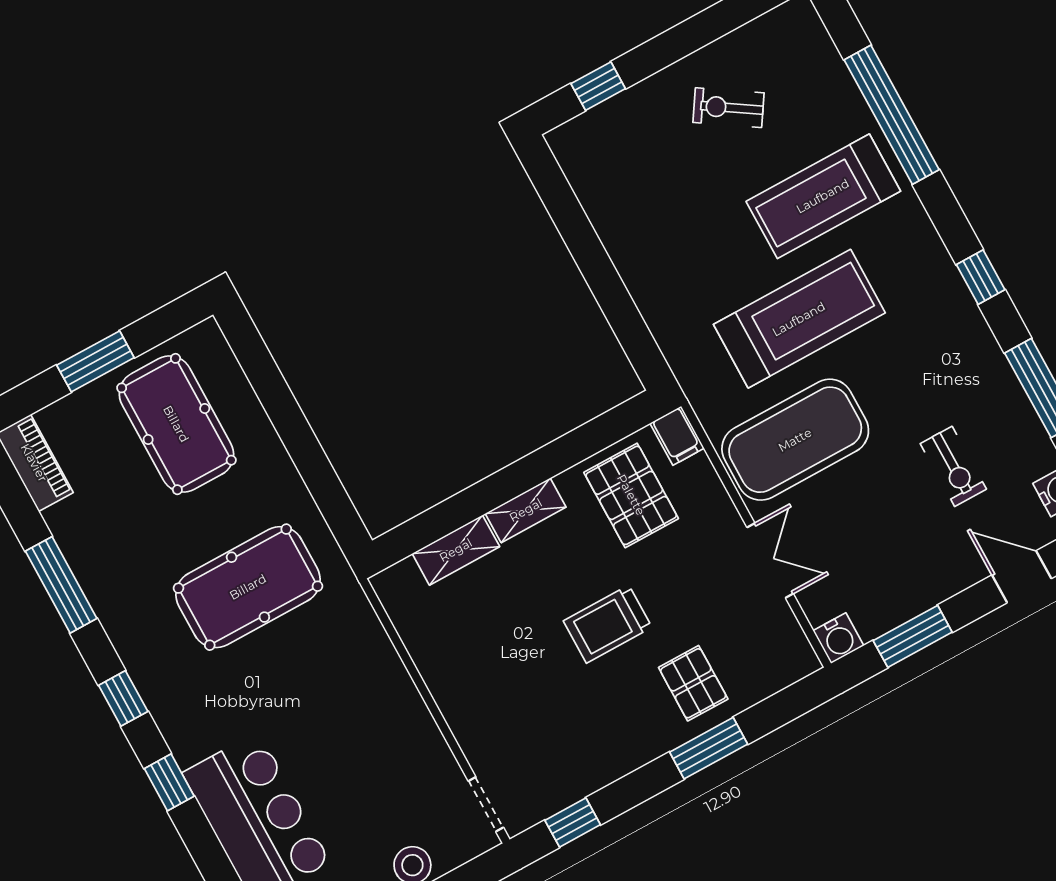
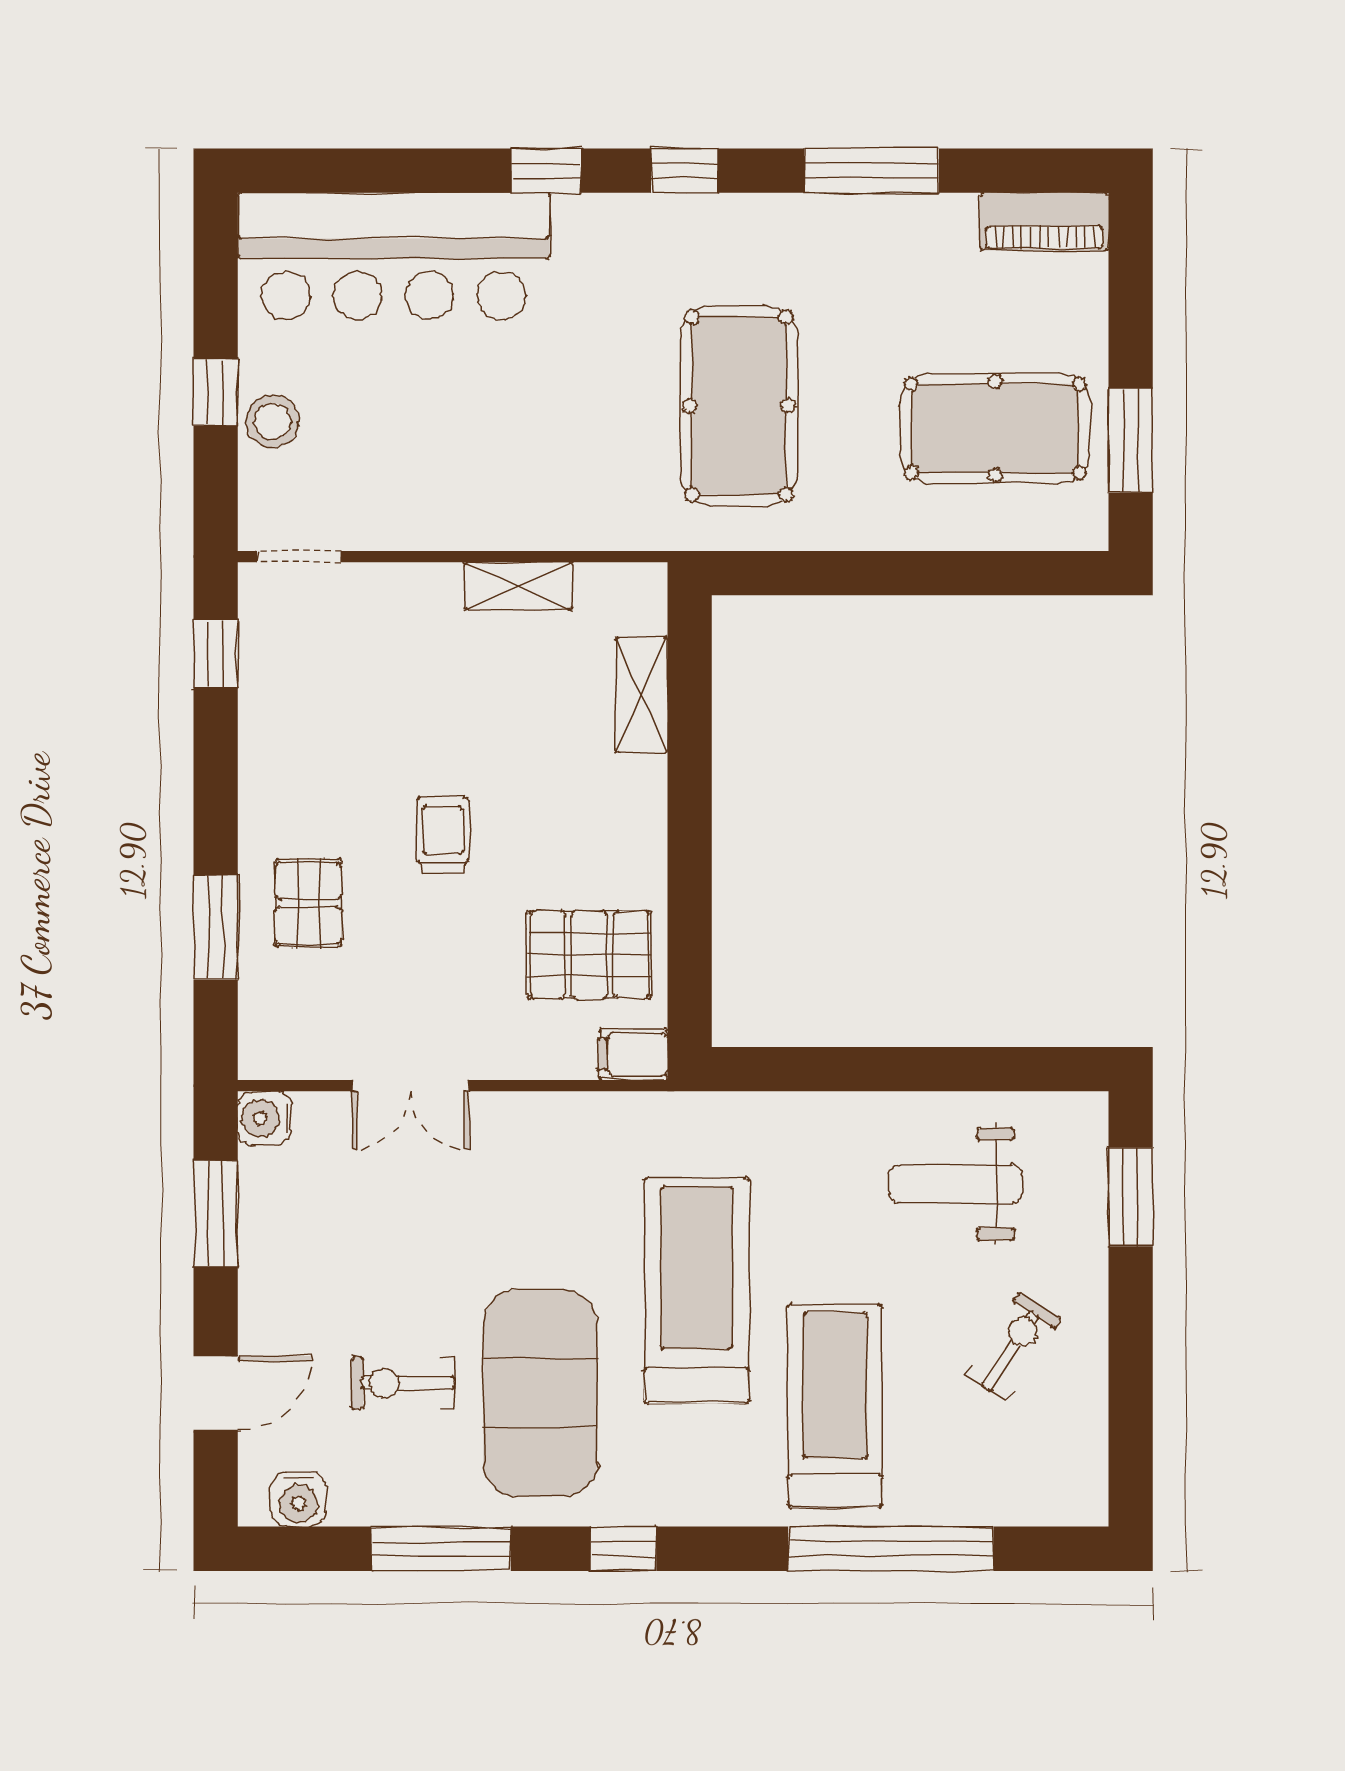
window: (598, 86) -> (1131, 1197), width x1.50
weight bench: (649, 197) -> (955, 1184), added
treadmill: (799, 319) -> (697, 1290), turned 180
window: (95, 361) -> (1131, 441), moved
exercise mat: (795, 440) -> (540, 1393), moved
shelving: (526, 510) -> (518, 586), moved, turned 90
trolley: (608, 624) -> (443, 836), width x0.73, depth x0.72
pallet: (693, 683) -> (308, 903), turned 90
window: (709, 748) -> (216, 927), moved

